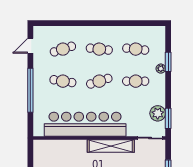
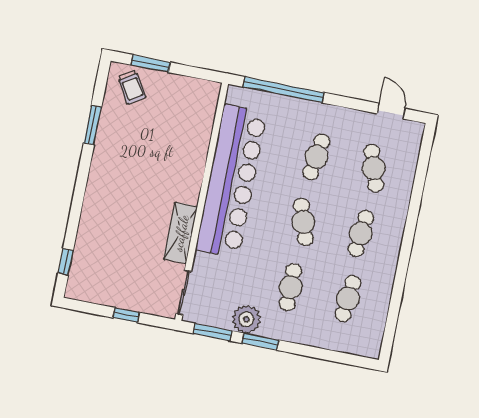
window: (168, 62) -> (260, 342), moved
plant: (161, 69) -> (304, 337), removed
window: (30, 90) -> (284, 90), moved
plant: (158, 113) -> (246, 319), moved
shelving: (111, 146) -> (181, 233), width x0.68

